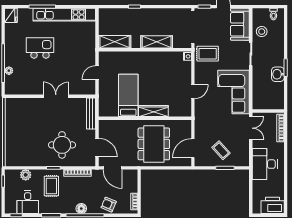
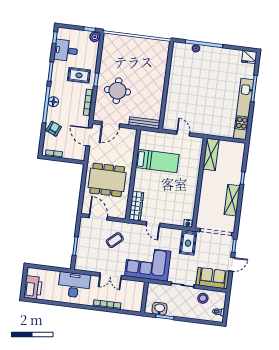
shelving: (157, 42) -> (232, 200), moved
kitchen island: (40, 48) -> (214, 81), removed
double door: (56, 96) -> (165, 91), removed
wardrobe: (153, 111) -> (136, 206), moved
wall: (268, 111) -> (145, 297), moved
coffee table: (221, 150) -> (115, 240), moved
door: (112, 168) -> (89, 137), hinge flipped
plant: (26, 175) -> (95, 37), moved

